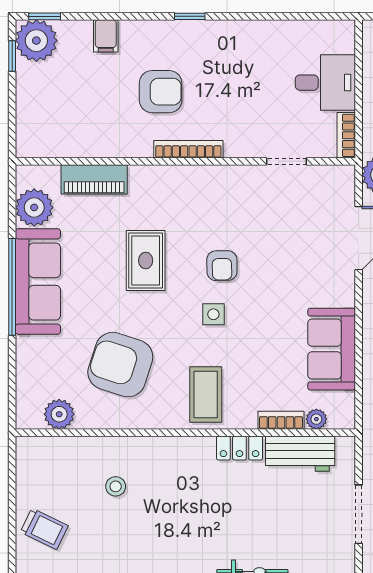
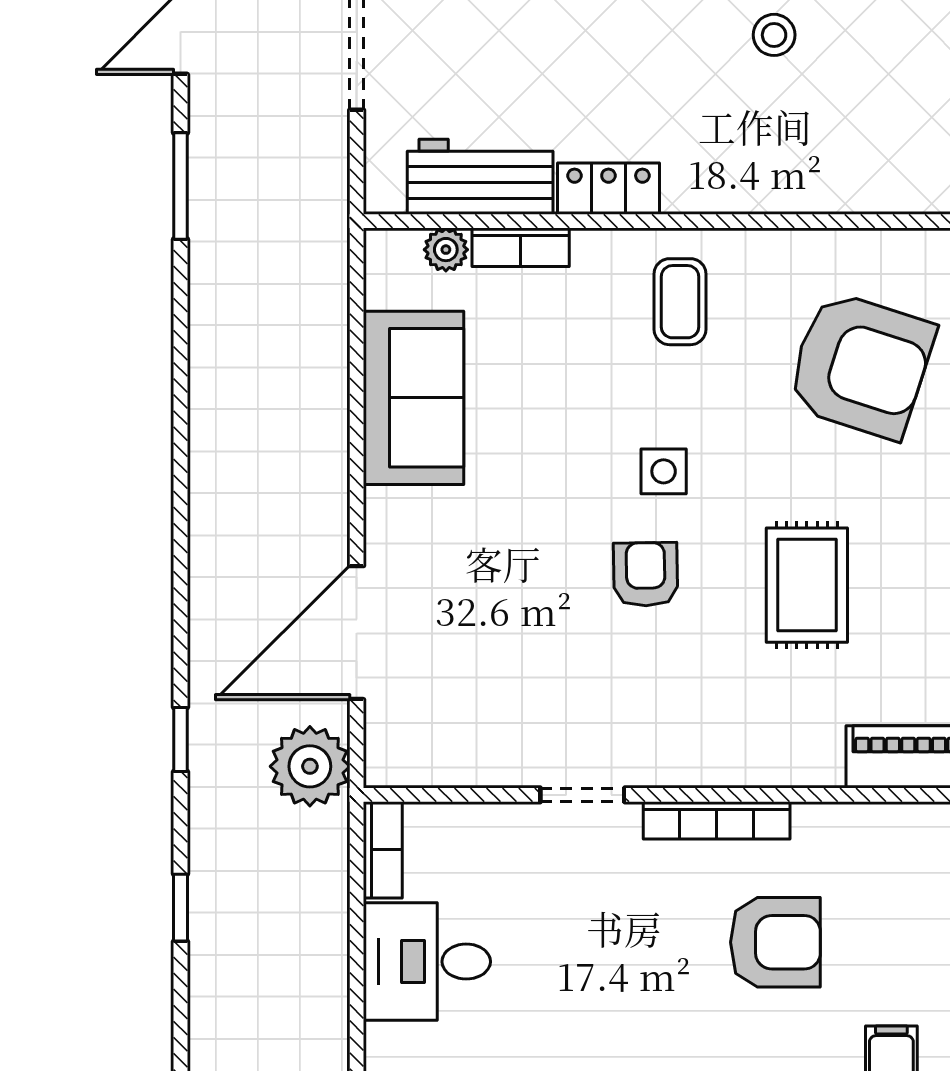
armchair: (161, 92) -> (775, 942), turned 180
doorway: (287, 161) -> (582, 795), moved
coffee table: (206, 394) -> (680, 302), width x0.73, depth x0.77
stool: (116, 486) -> (774, 35), moved

